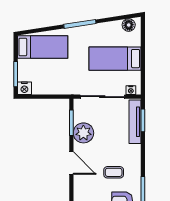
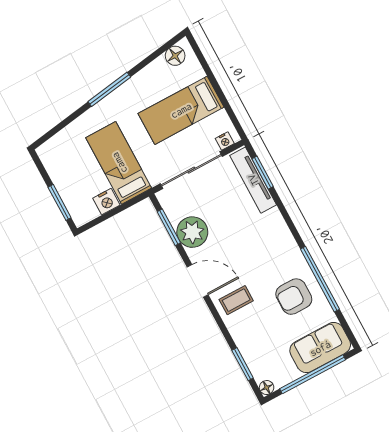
bed: (43, 47) -> (119, 163), moved, turned -90
nightstand: (24, 88) -> (106, 202), moved
coffee table: (114, 172) -> (236, 300), moved

